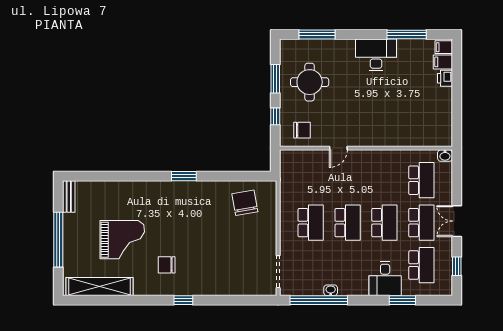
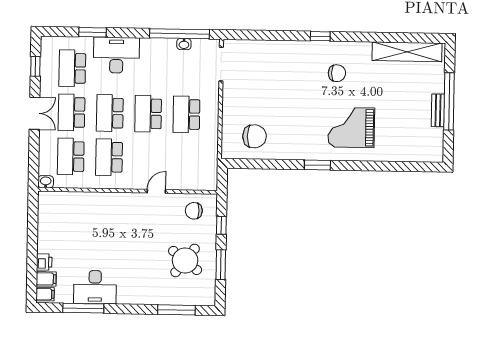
desk: (376, 55) -> (95, 287), moved
round table: (310, 82) -> (185, 260), turned 38
school desk: (384, 180) -> (109, 157), added
bench: (69, 196) -> (438, 110), moved
chair: (245, 203) -> (254, 136), turned -80
grand piano: (122, 240) -> (351, 127), moved
desk: (385, 278) -> (116, 55), width x1.37
washbasin: (331, 290) -> (184, 44), moved

